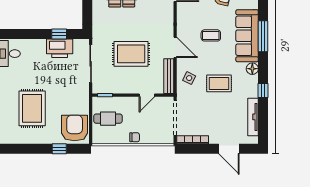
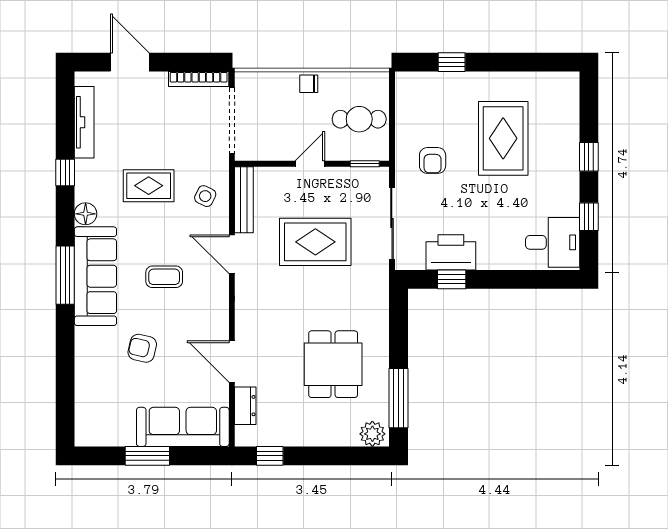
door: (147, 95) -> (310, 164), moved
armchair: (75, 128) -> (433, 160), moved, width x0.53, depth x0.53

